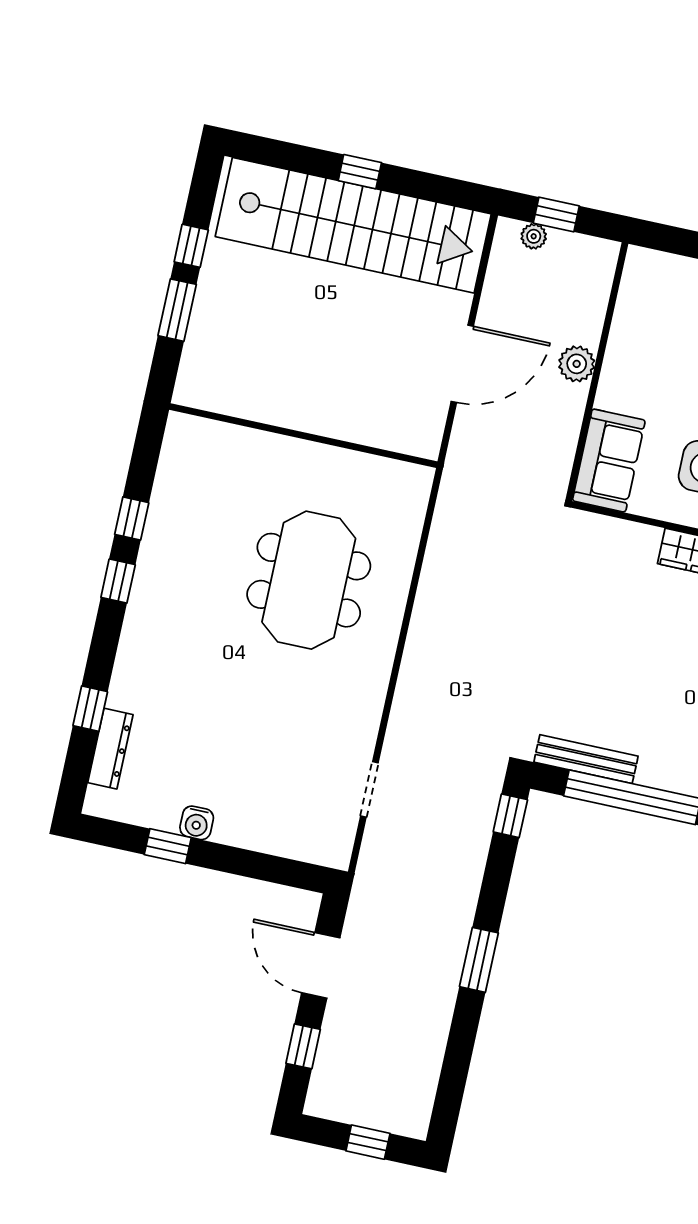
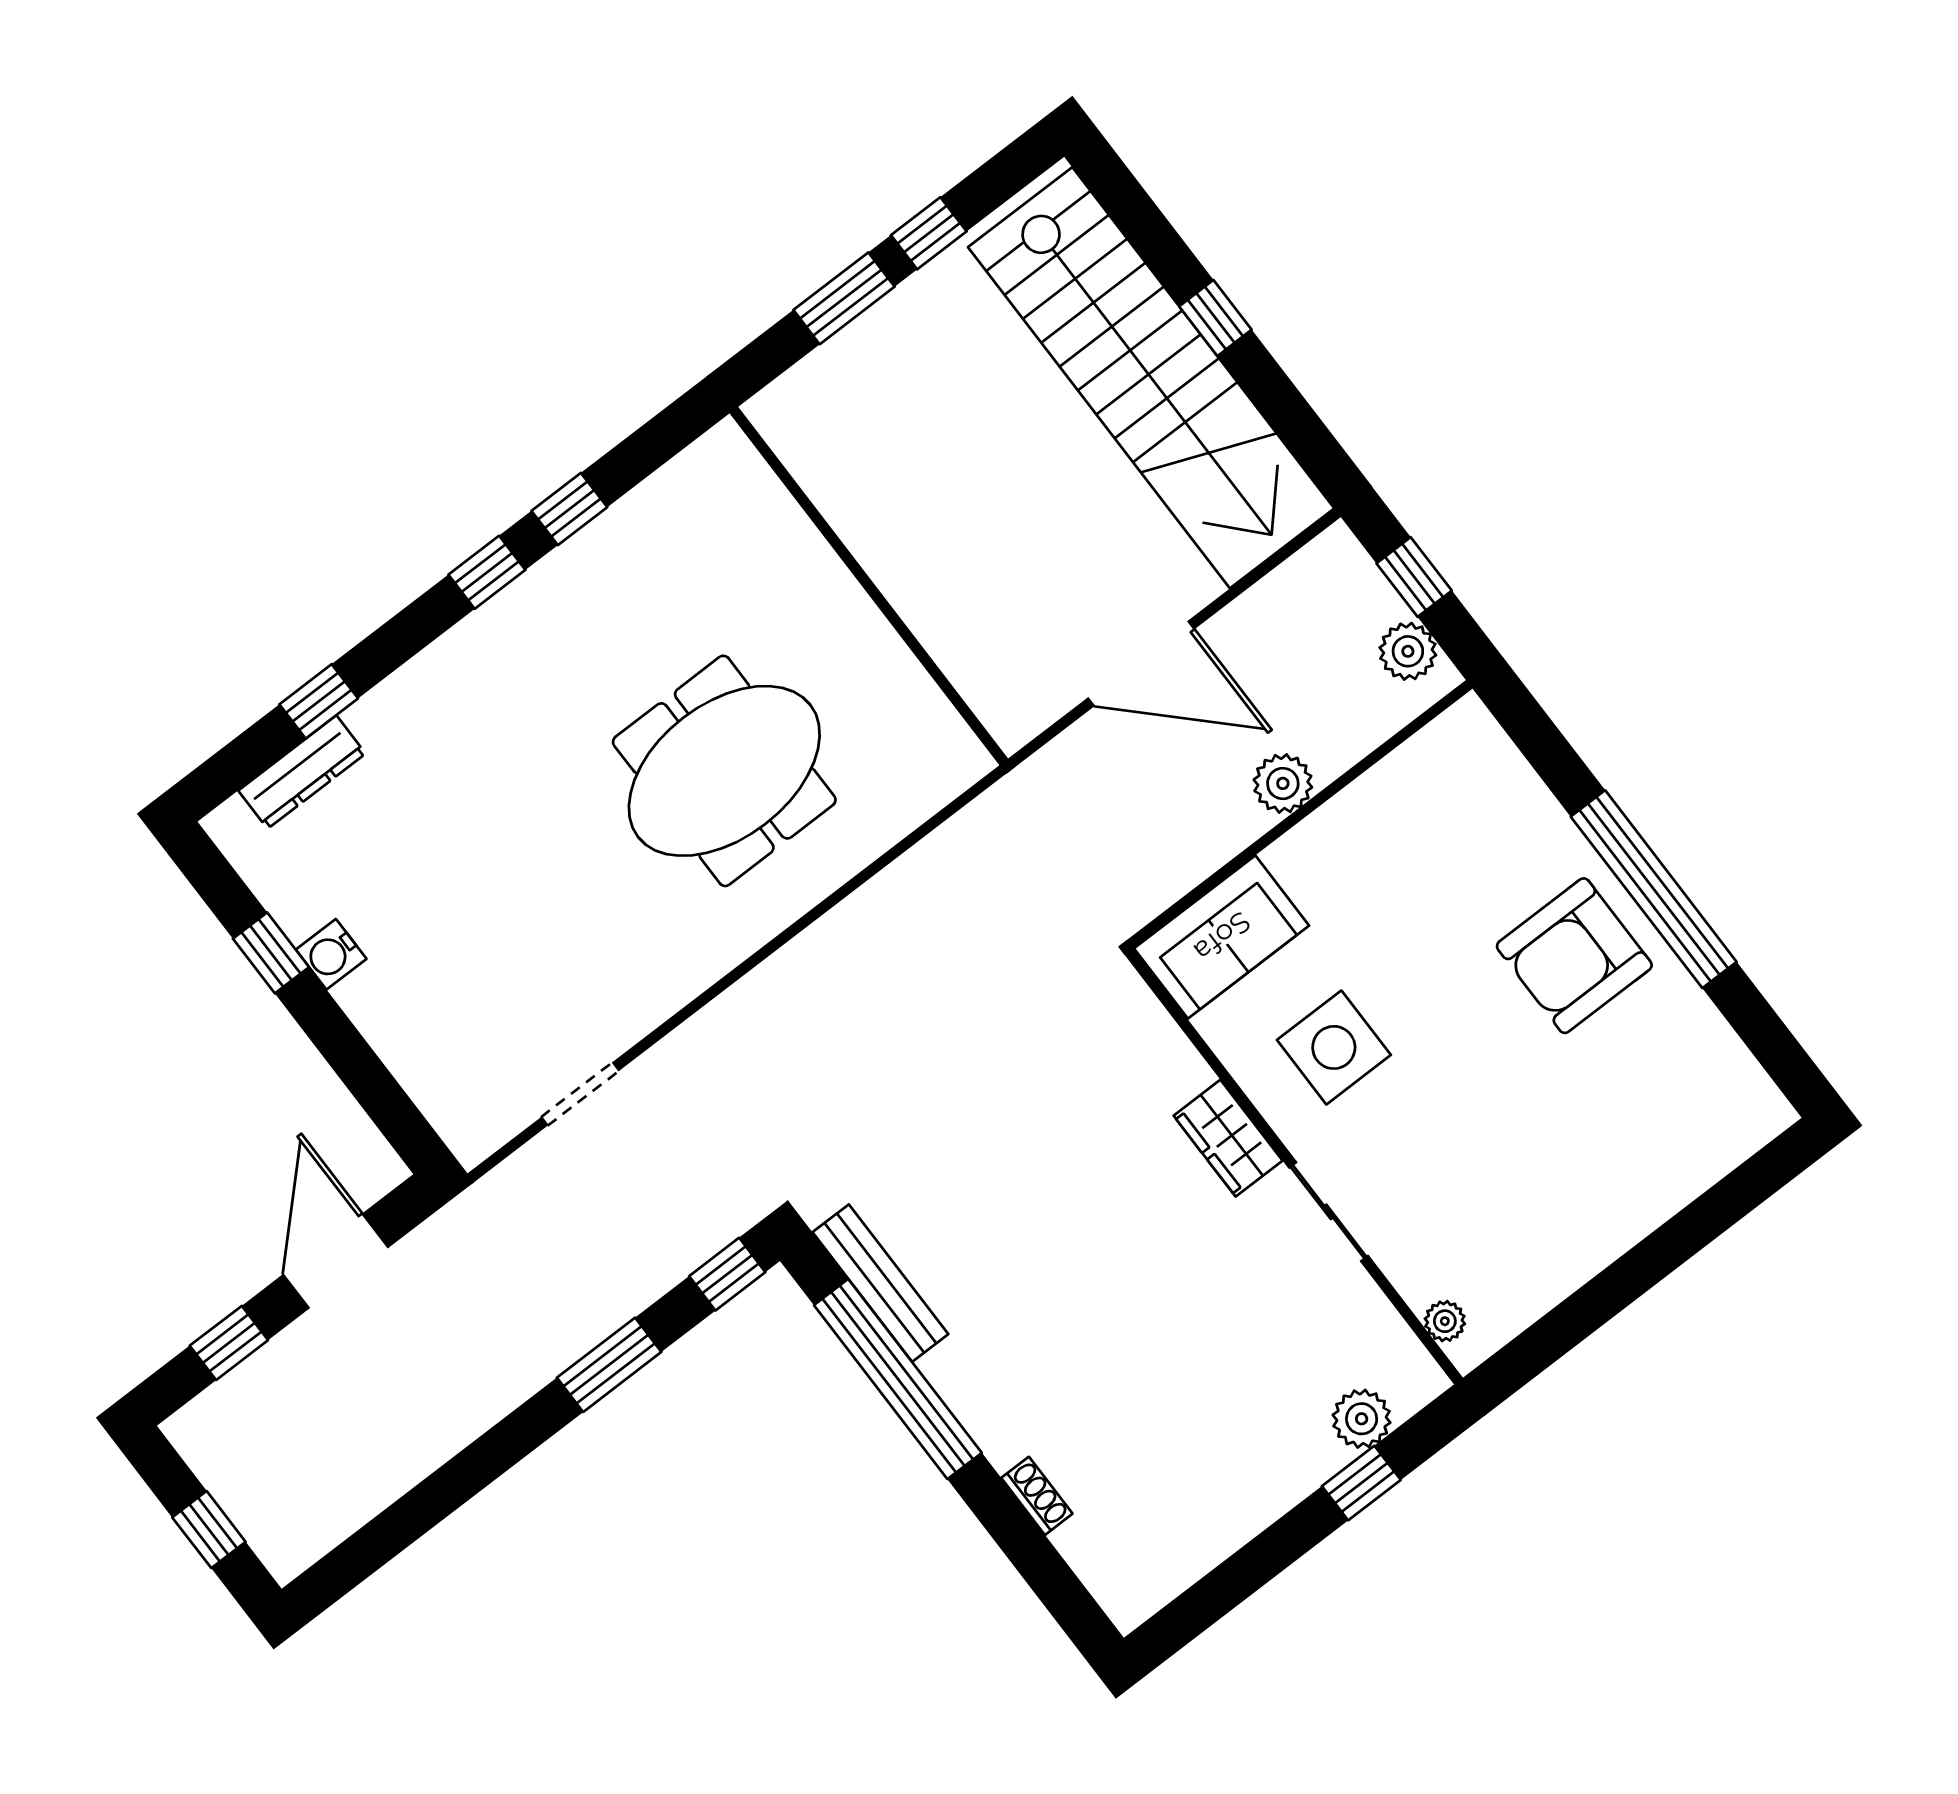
plant: (534, 236) -> (1408, 651), moved, width x1.38, depth x1.38
window: (479, 960) -> (609, 1365), moved

